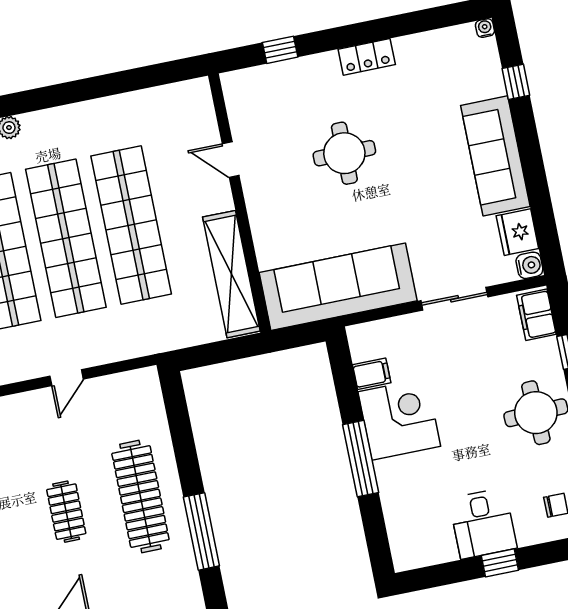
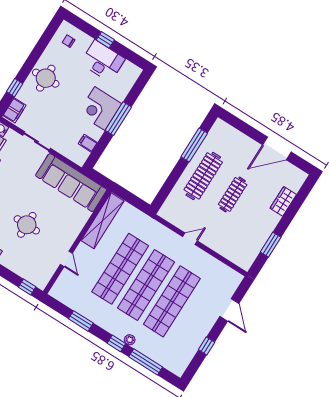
window: (280, 50) -> (27, 287), moved
window: (114, 84) -> (81, 321), added
window: (25, 102) -> (116, 343), added
corner desk: (399, 419) -> (100, 109), moved
clothes rail: (66, 512) -> (233, 194), width x1.36
desk: (483, 523) -> (103, 61), width x1.37

